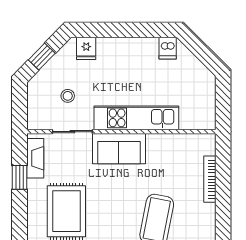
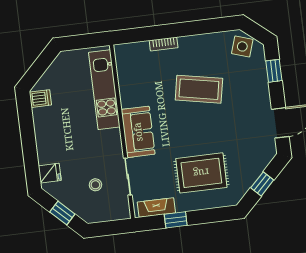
kitchen unit: (136, 118) -> (104, 90), moved
bookcase: (210, 179) -> (164, 44), width x0.64

